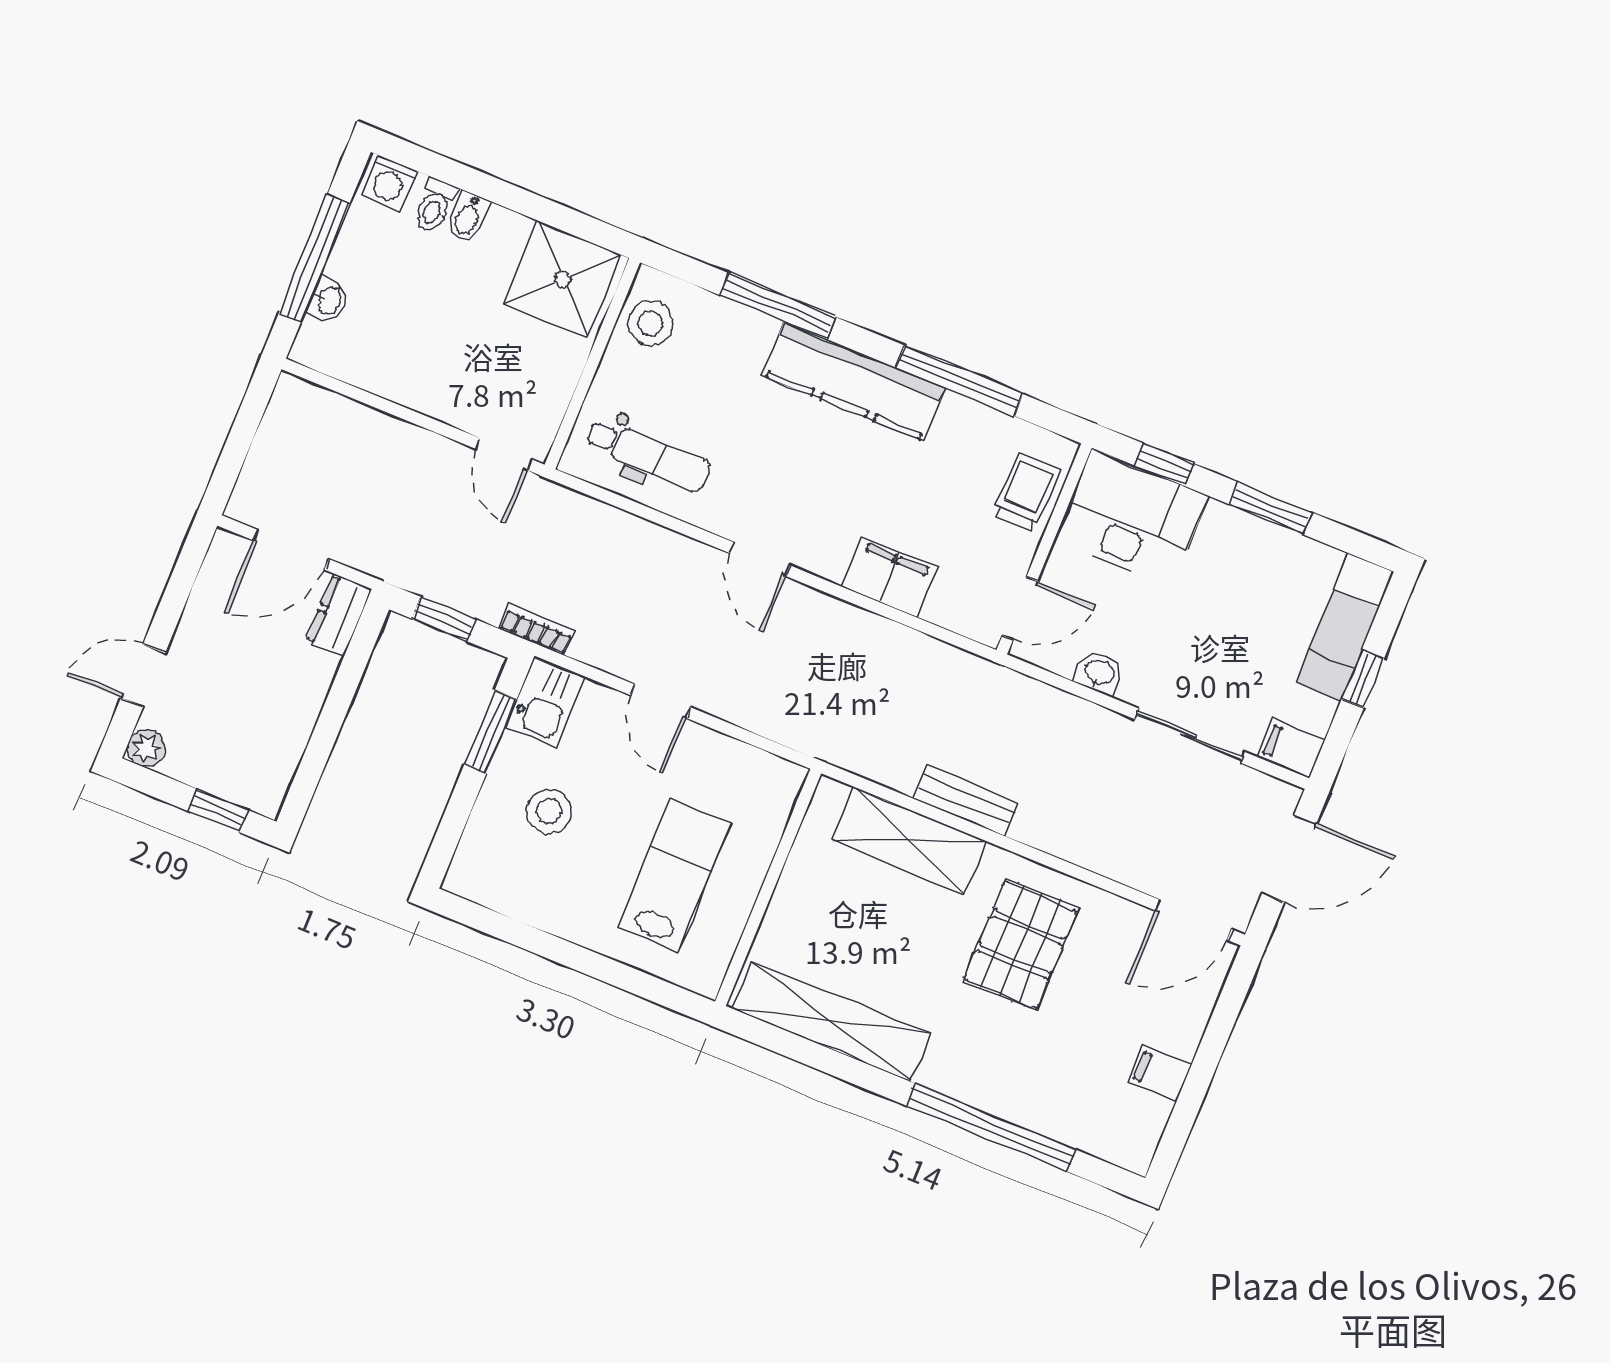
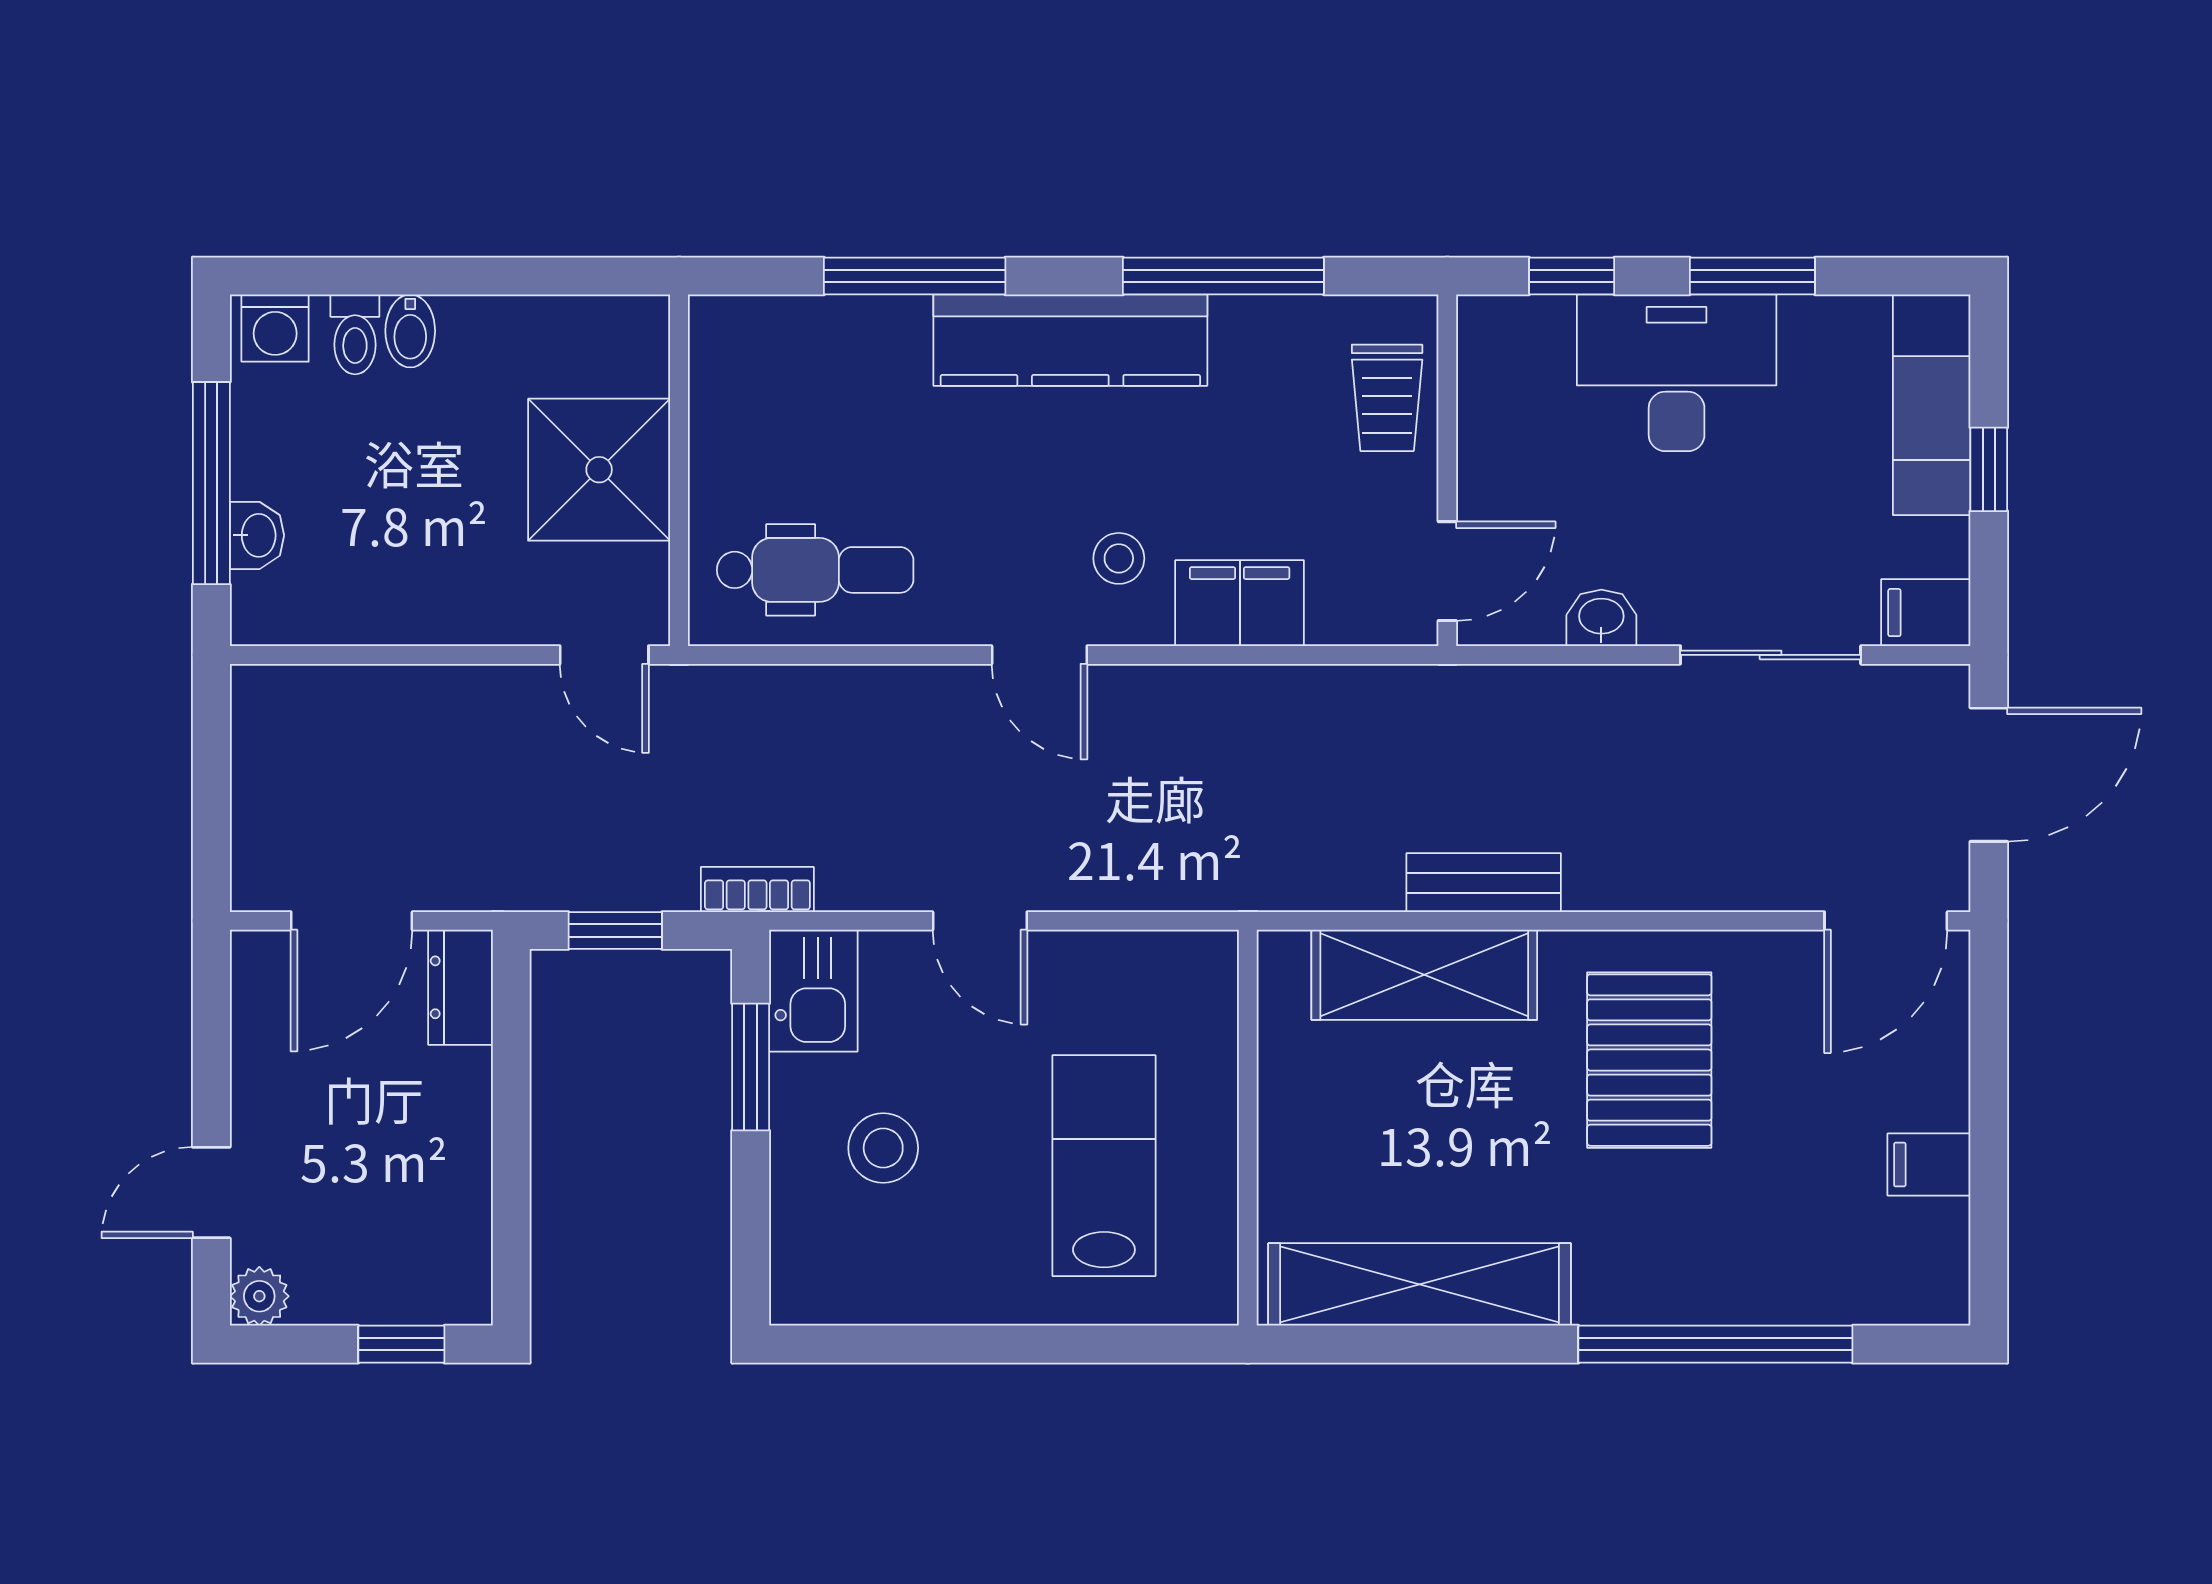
shower: (562, 279) -> (599, 470), moved
stool: (650, 323) -> (1119, 558), moved, width x0.73, depth x0.73
trolley: (1026, 492) -> (1387, 398), turned 180
desk: (1131, 518) -> (1677, 373), moved

